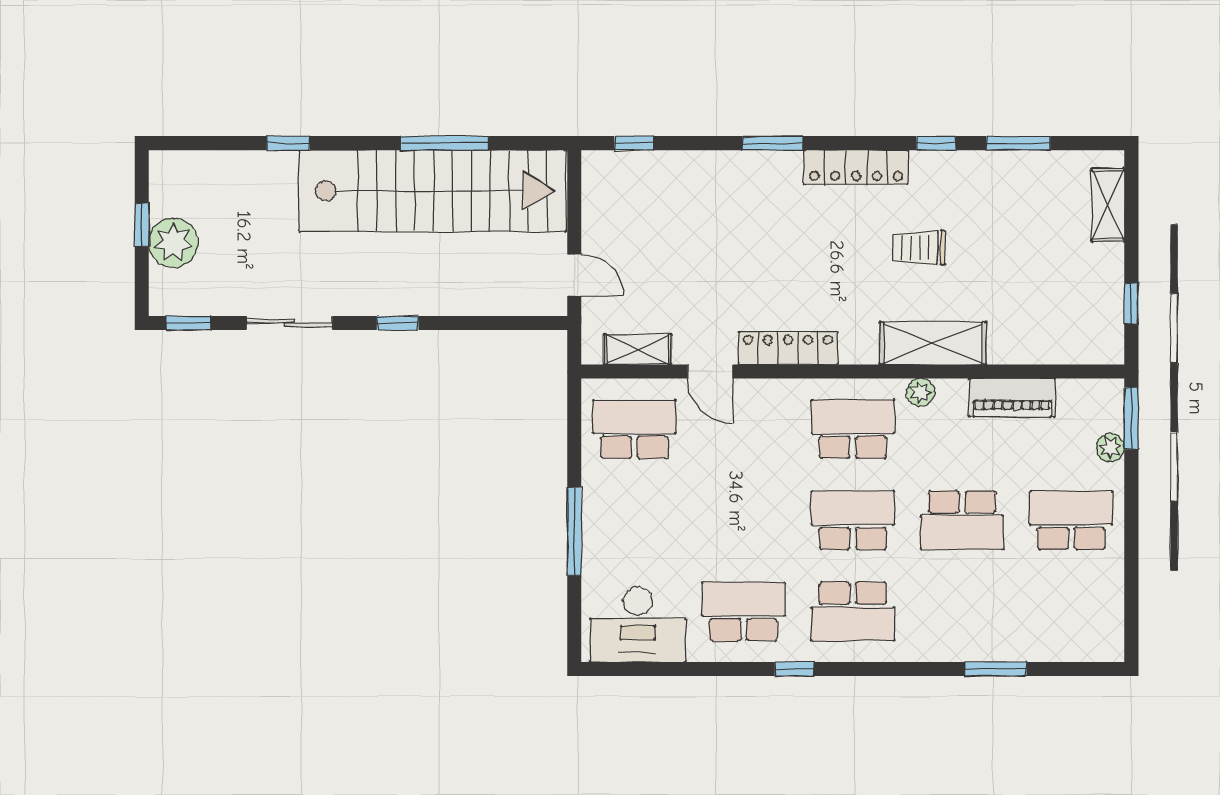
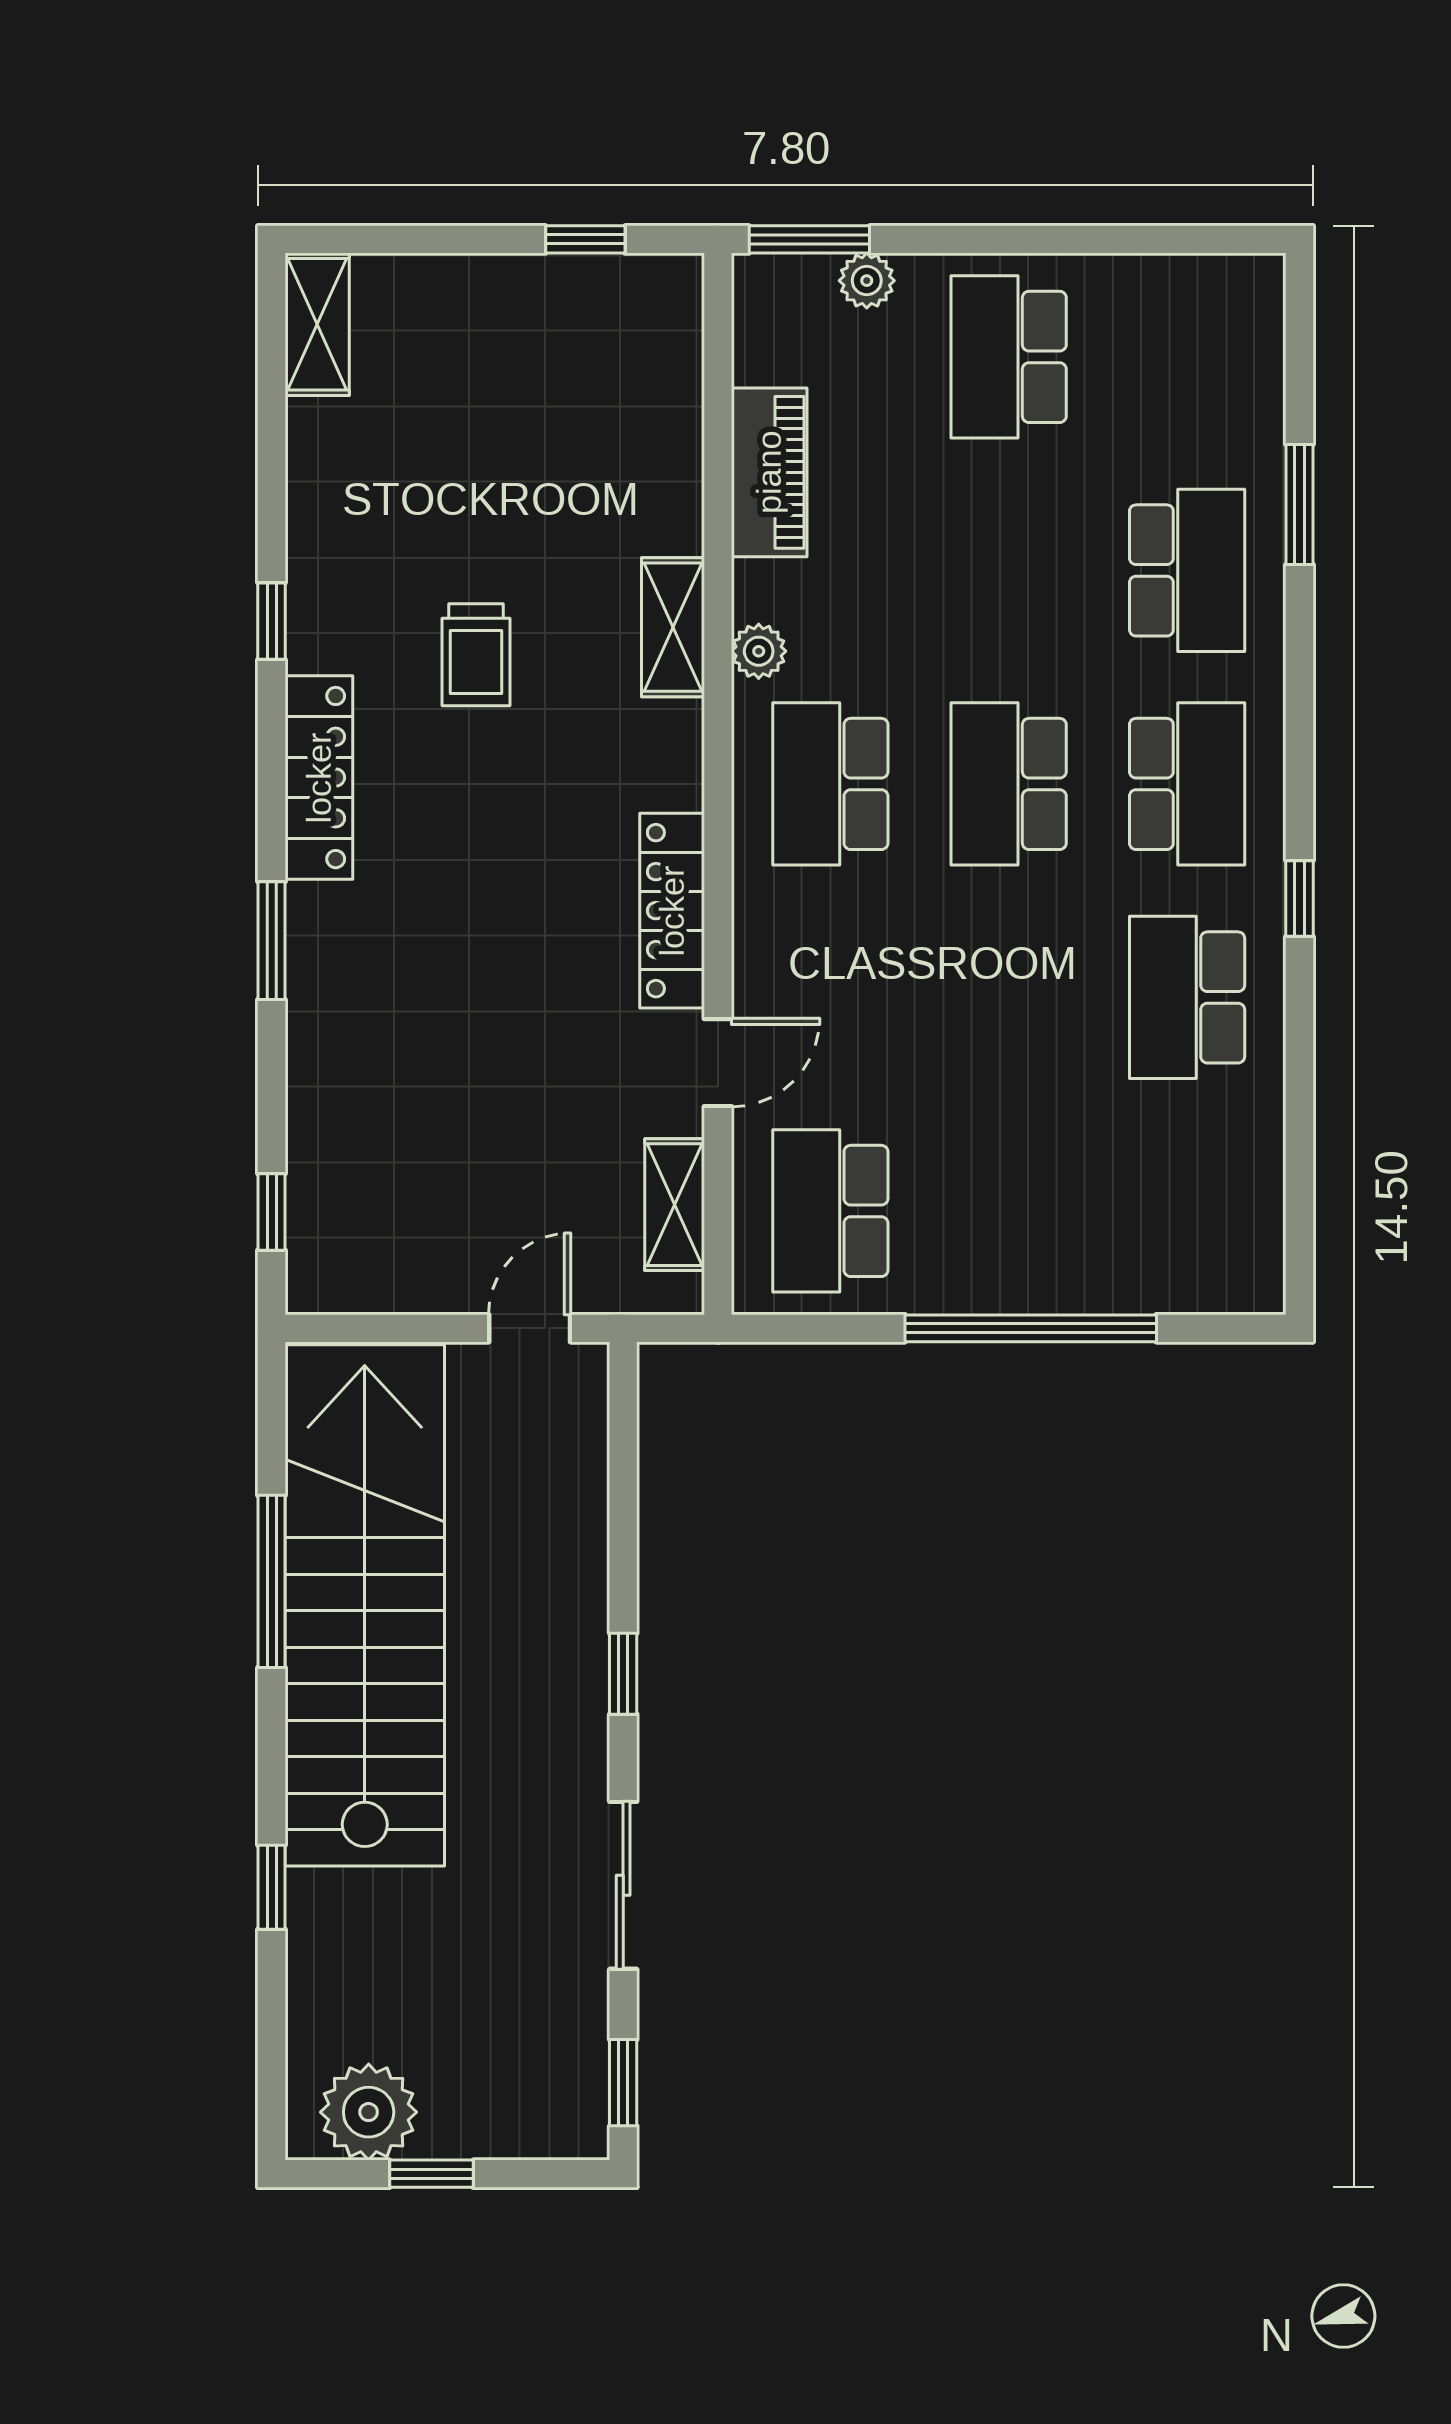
window: (1018, 143) -> (272, 461), removed
shelving: (1108, 205) -> (317, 324), moved, turned 90
plant: (173, 243) -> (369, 2112), moved
shelving: (933, 343) -> (673, 627), width x0.67, depth x0.75
school desk: (962, 520) -> (1187, 570), moved
window: (574, 531) -> (1031, 1328), width x1.46
desk: (638, 624) -> (1212, 1204), removed

